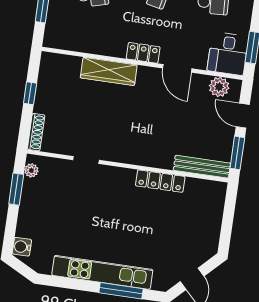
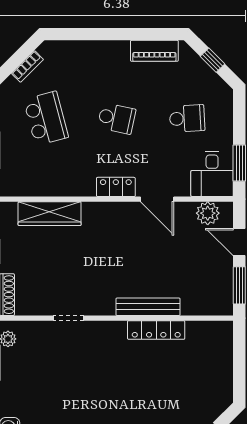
wardrobe: (109, 71) -> (50, 214), moved
bench: (202, 167) -> (148, 307), moved

